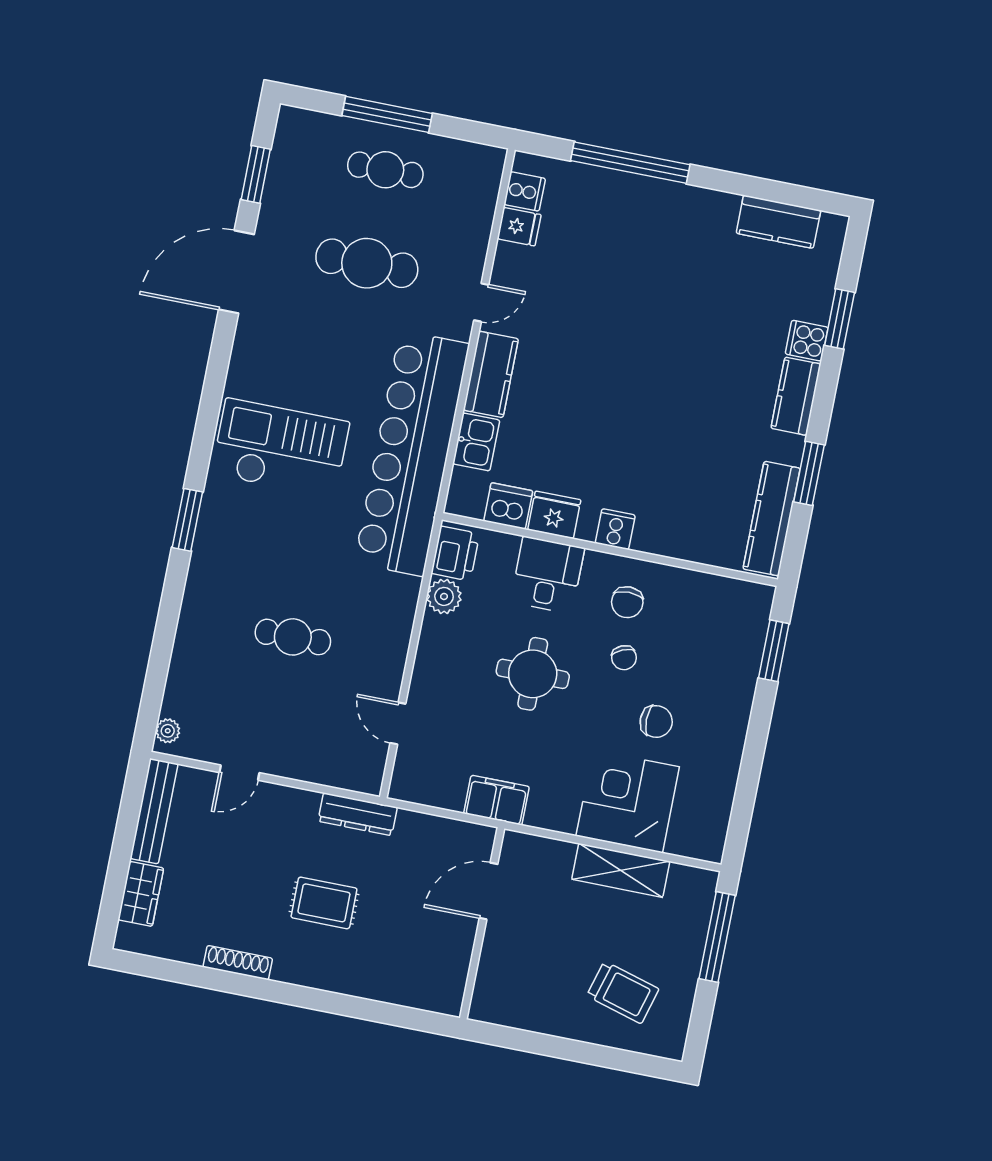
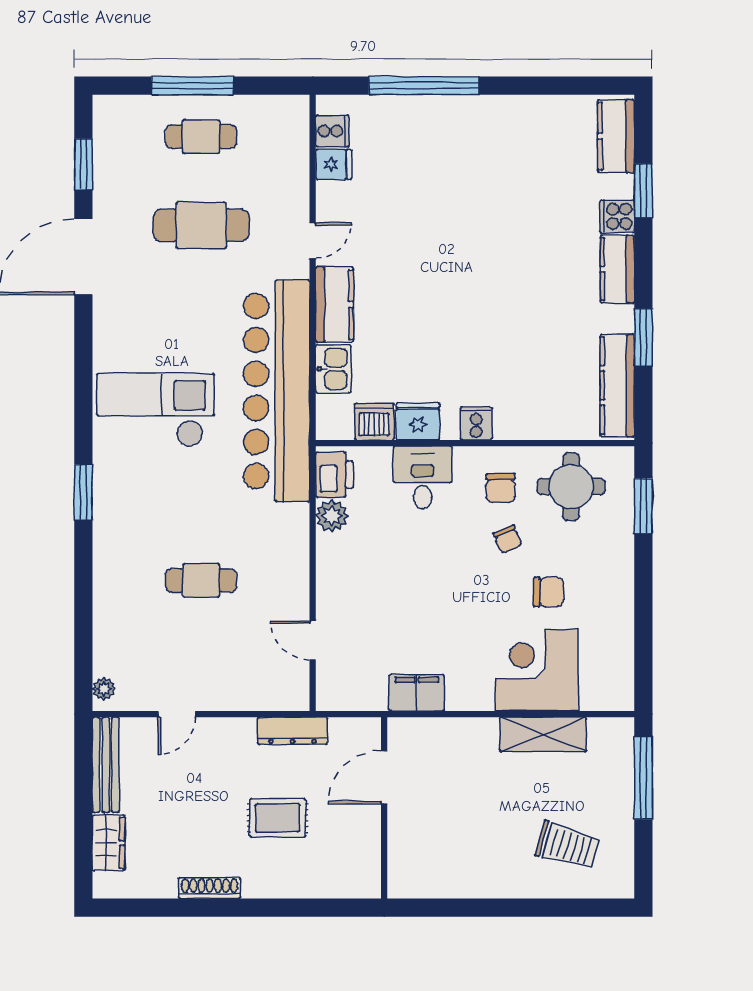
kitchen counter: (778, 222) -> (616, 136), moved, turned 90
round table: (533, 674) -> (571, 487), moved
door: (488, 891) -> (384, 777), moved
wall: (482, 923) -> (384, 808), moved

